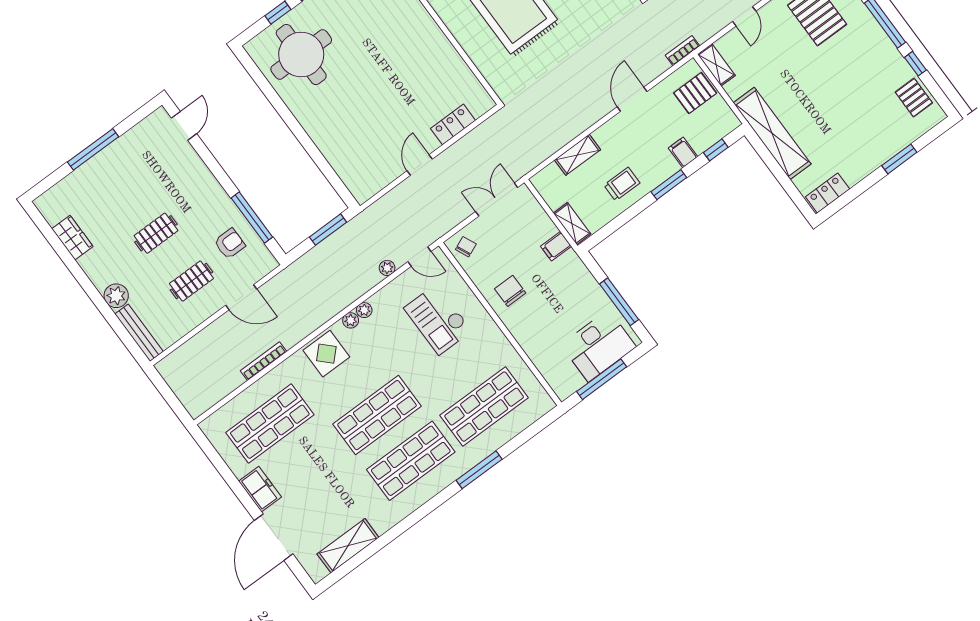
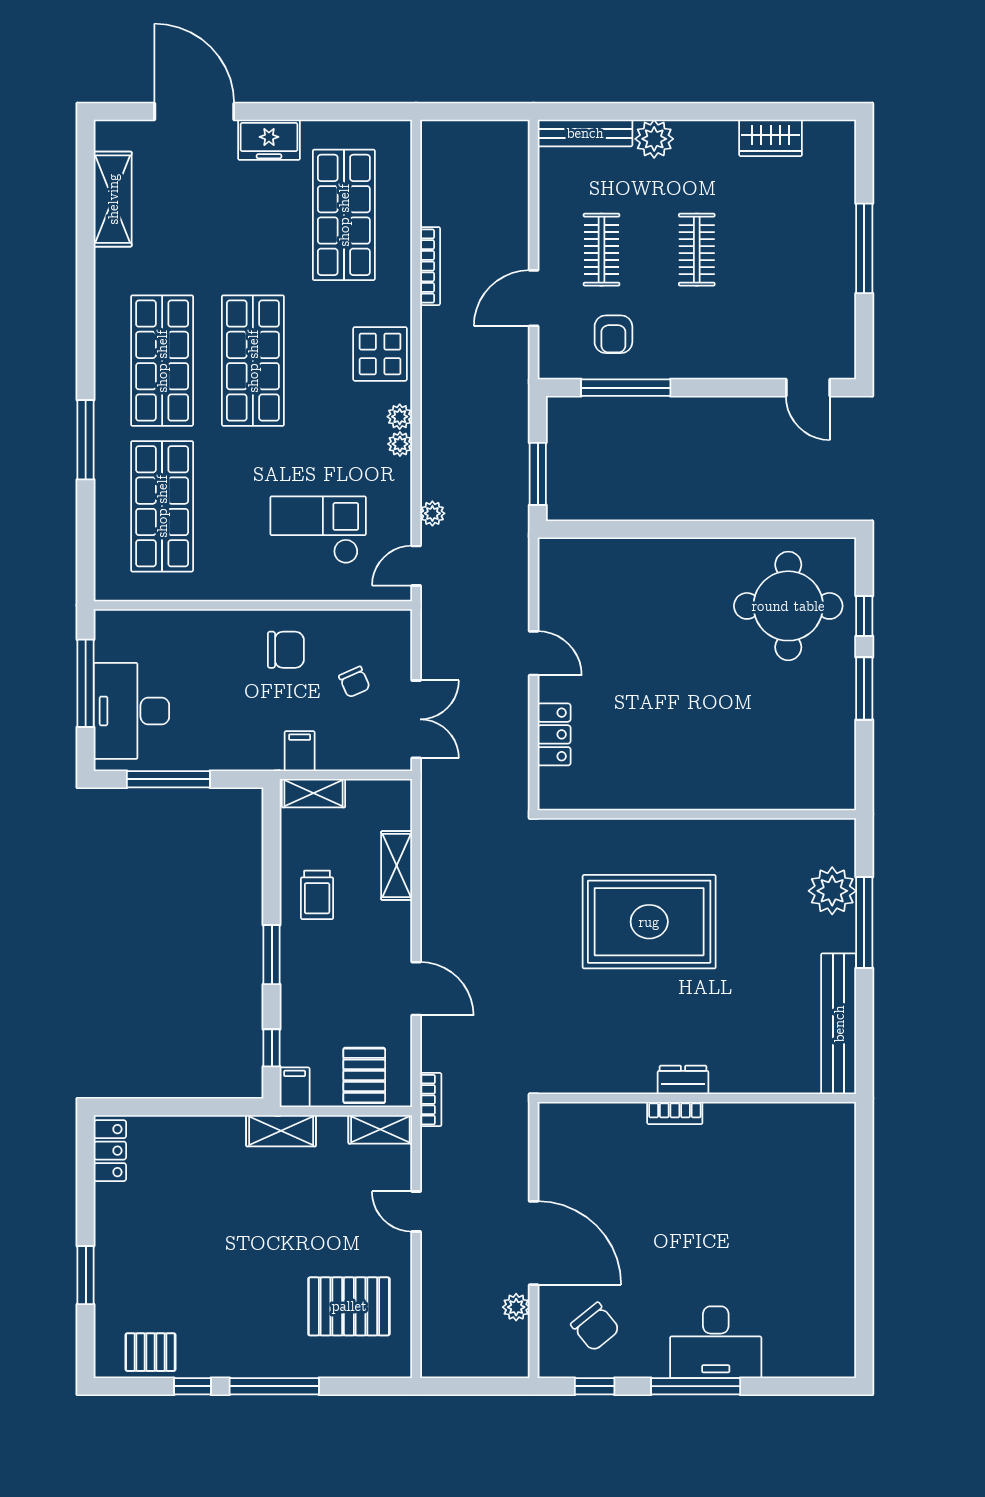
shelving: (772, 133) -> (281, 1131), width x0.45, depth x0.75
filing cabinet: (683, 152) -> (295, 1087), moved, turned -90
chair: (466, 247) -> (354, 682), moved

